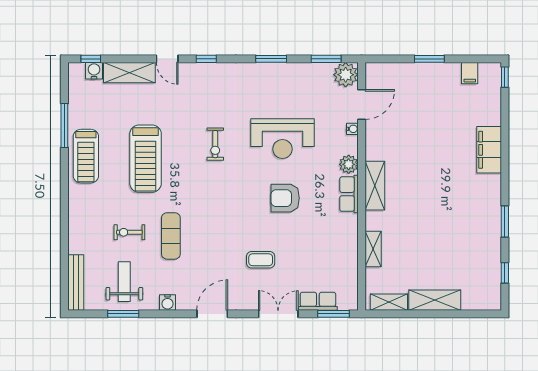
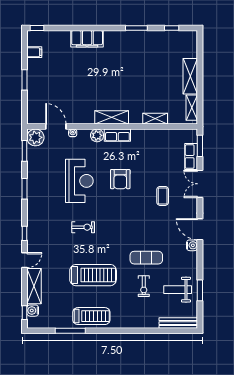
water cooler: (167, 303) -> (192, 245), moved

